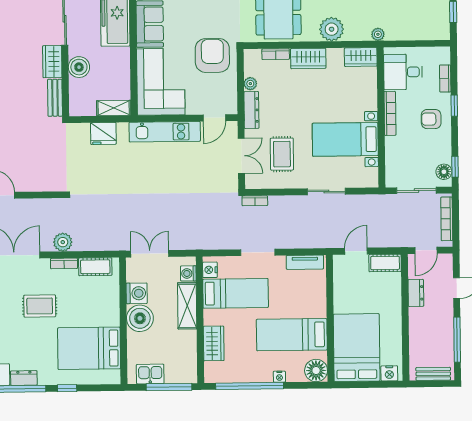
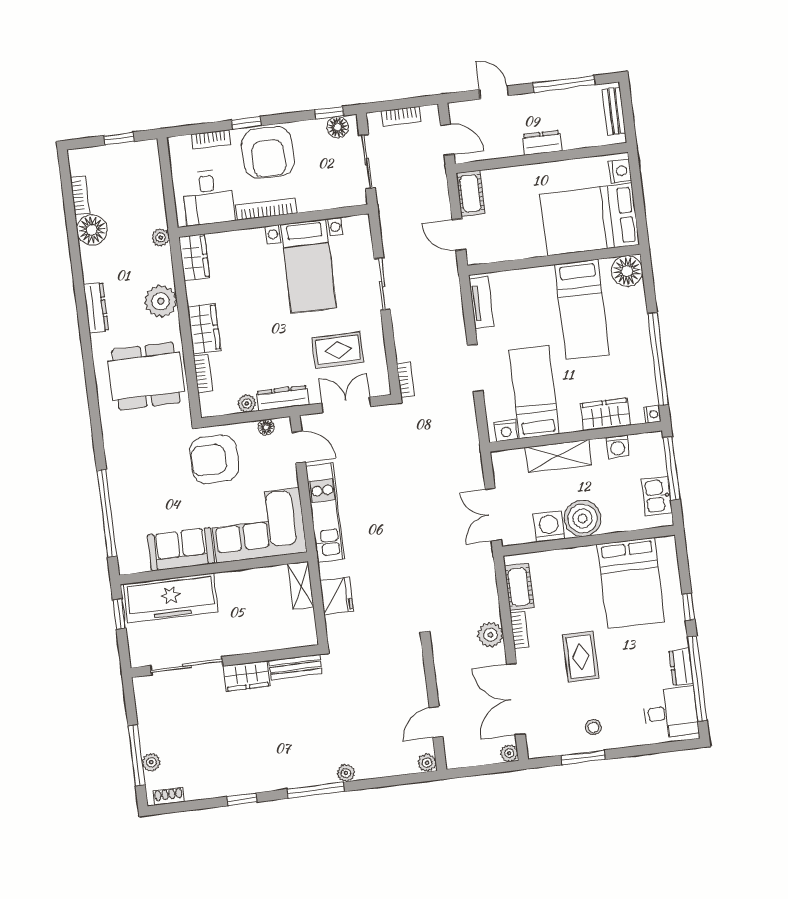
boiler: (79, 67) -> (250, 639), removed
floor lamp: (232, 96) -> (266, 427), added
armchair: (431, 119) -> (268, 152), width x1.88, depth x1.88
bookcase: (447, 219) -> (401, 116), width x0.64
washing machine: (188, 273) -> (618, 447), moved
dresser: (416, 293) -> (542, 143), moved
nightstand: (279, 377) -> (652, 414), moved

